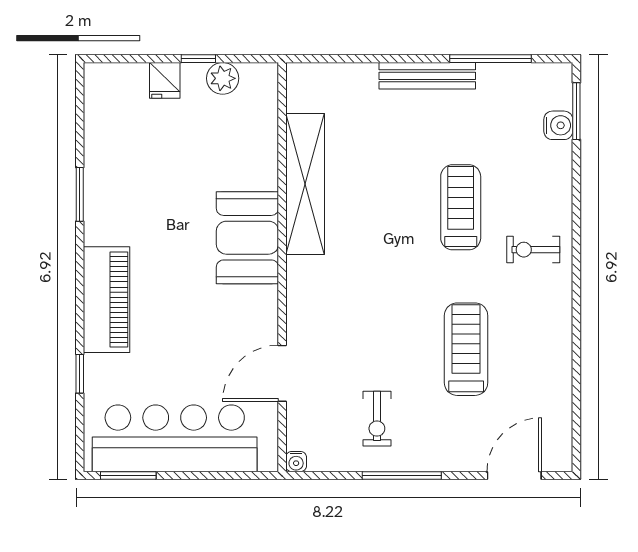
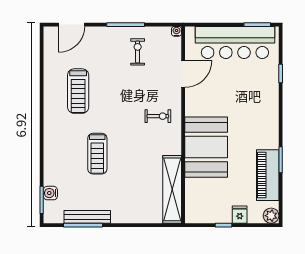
bench: (427, 76) -> (87, 217), moved
plant: (223, 78) -> (271, 216), moved
shelving: (305, 184) -> (172, 189), moved
booth: (247, 238) -> (206, 147), width x1.36, depth x1.42
exercise bike: (533, 250) -> (158, 116), moved
piano: (107, 300) -> (268, 175), moved
treadmill: (466, 349) -> (78, 91), moved

